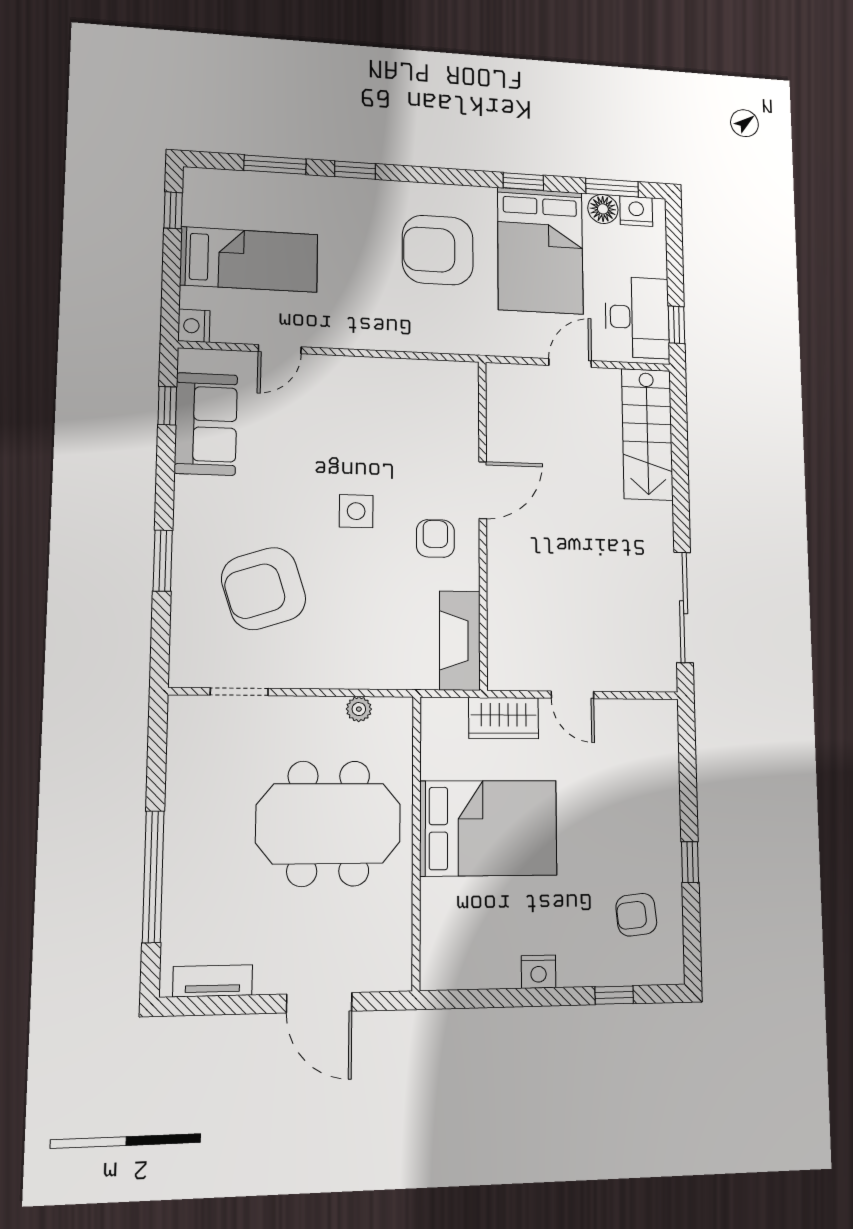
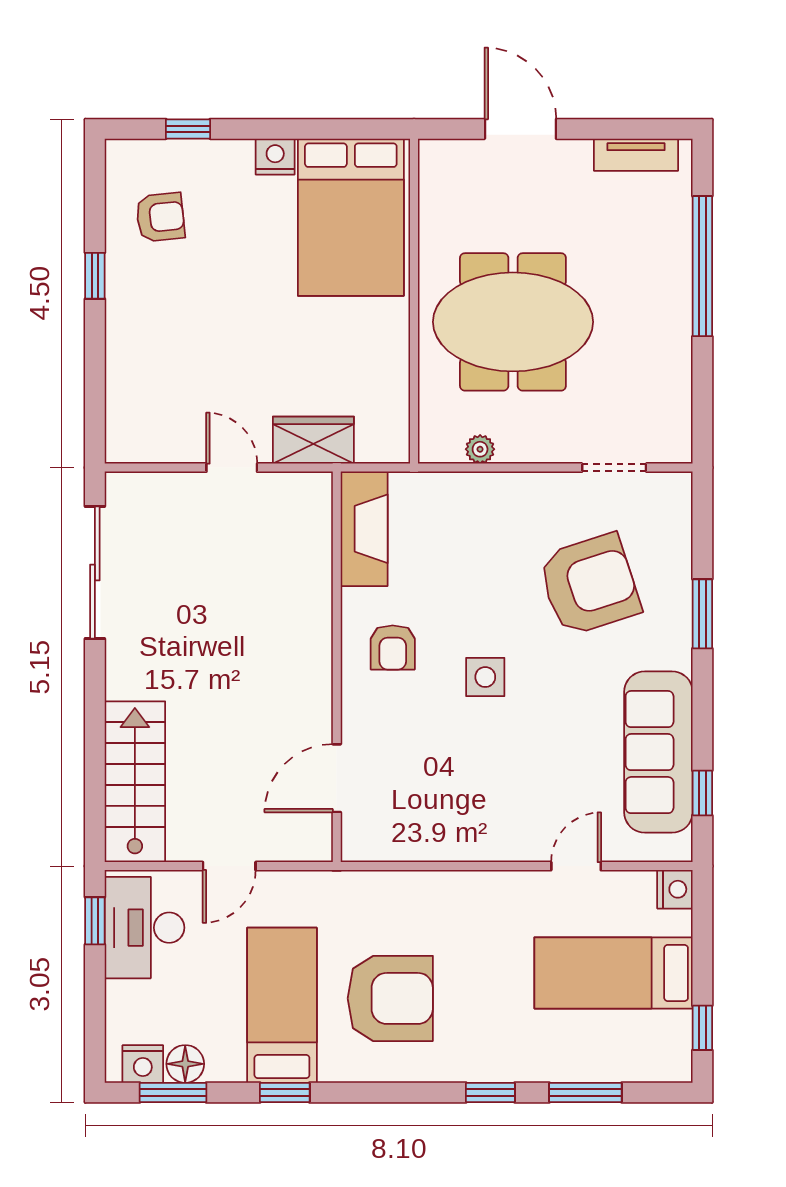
bed: (540, 251) -> (282, 1005), width x0.67
sofa: (206, 424) -> (658, 752), width x1.36
door: (483, 490) -> (337, 778), moved
bed: (488, 828) -> (351, 217), moved, turned -90

